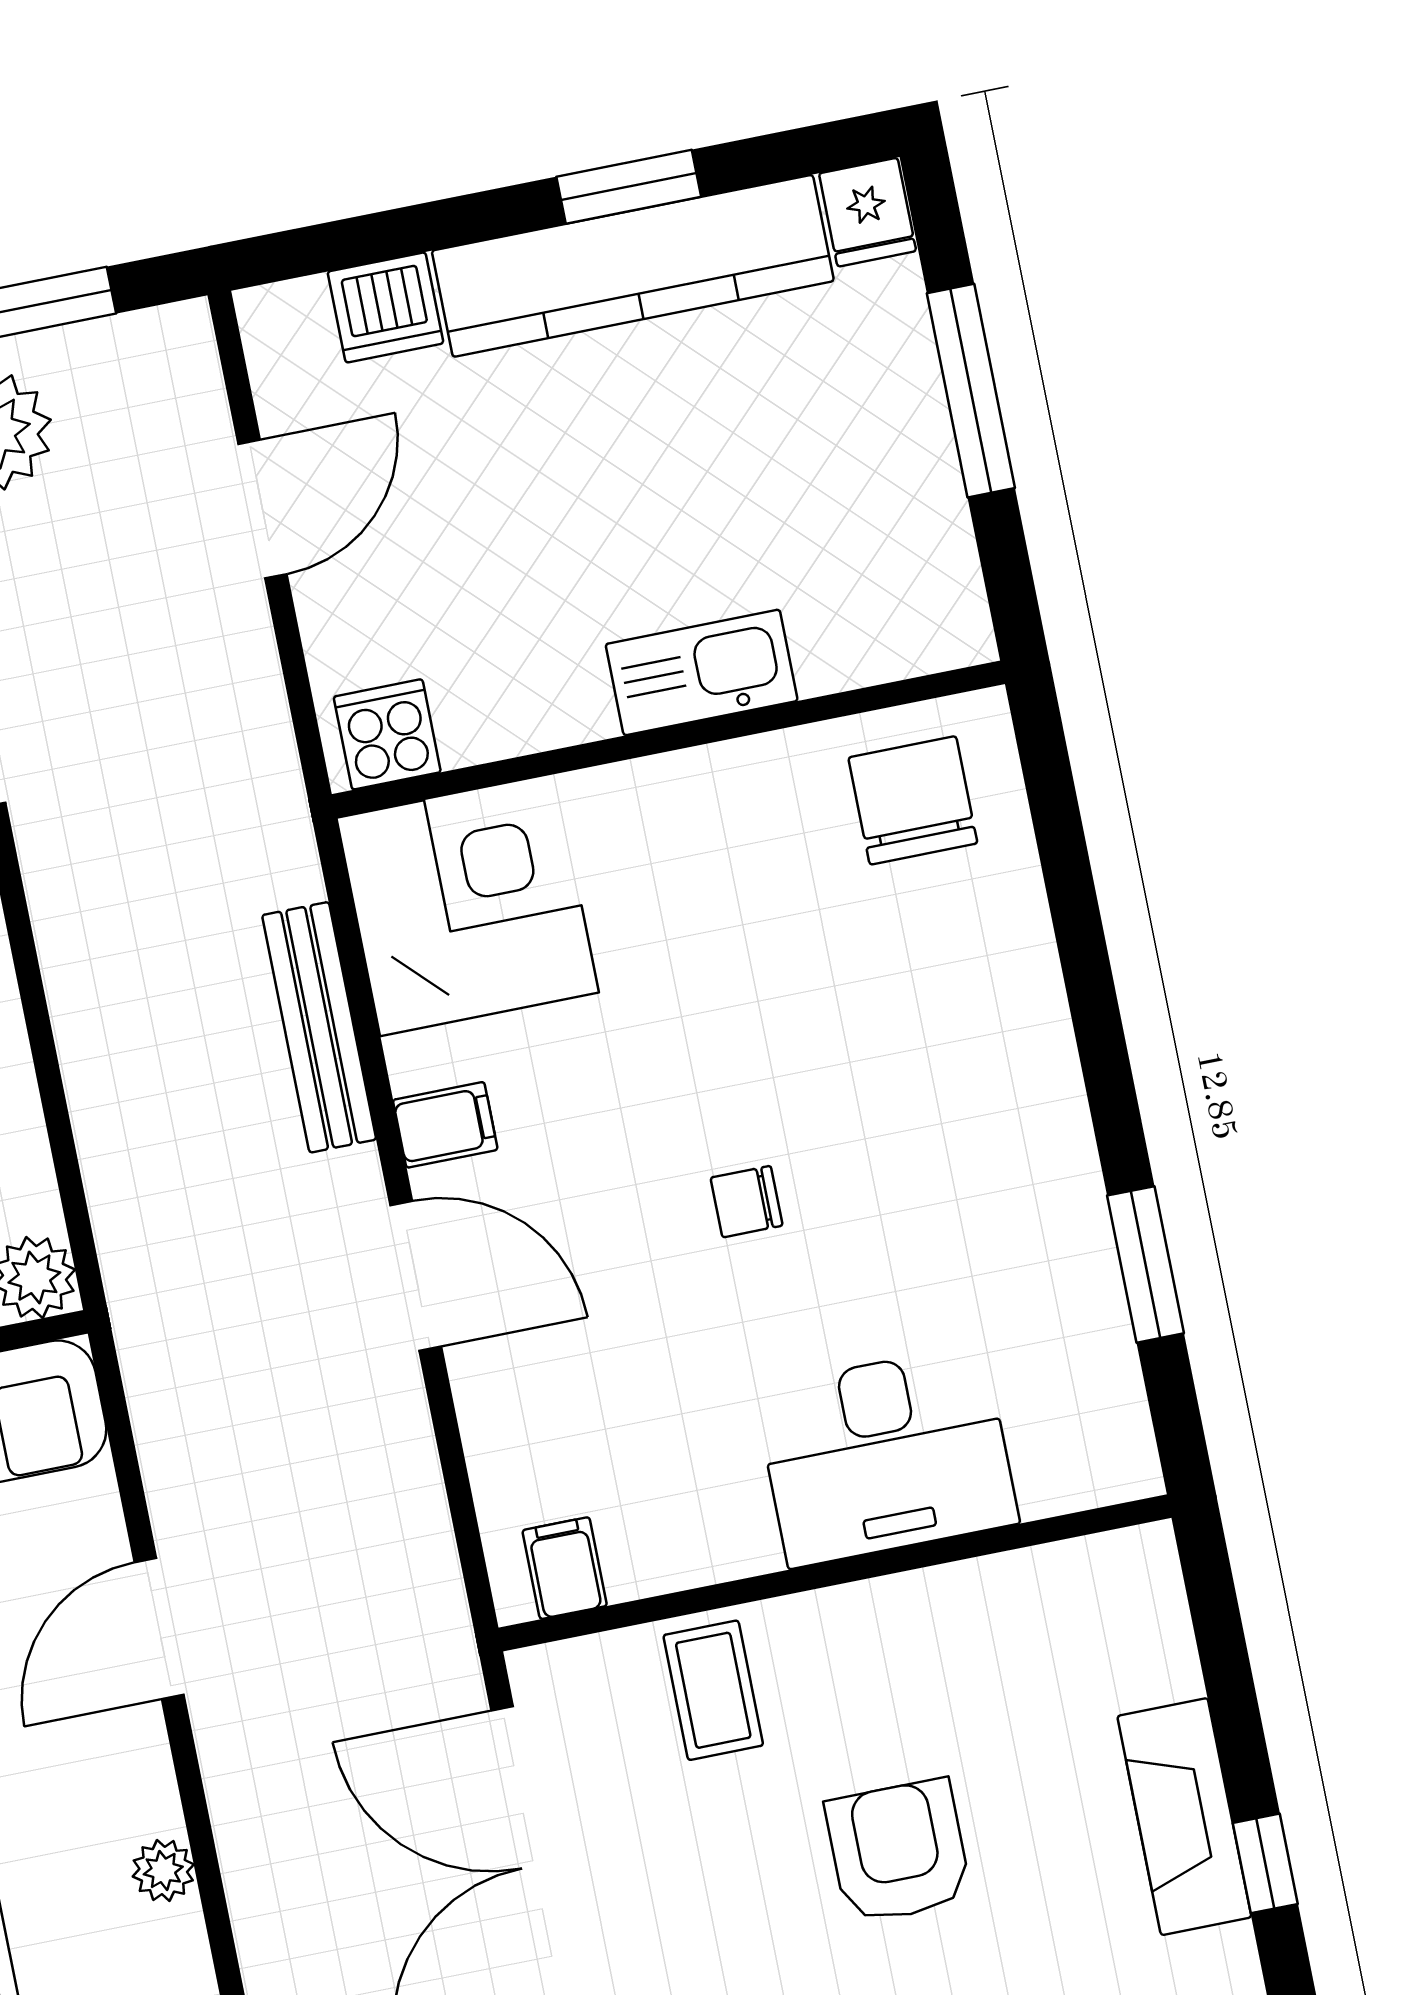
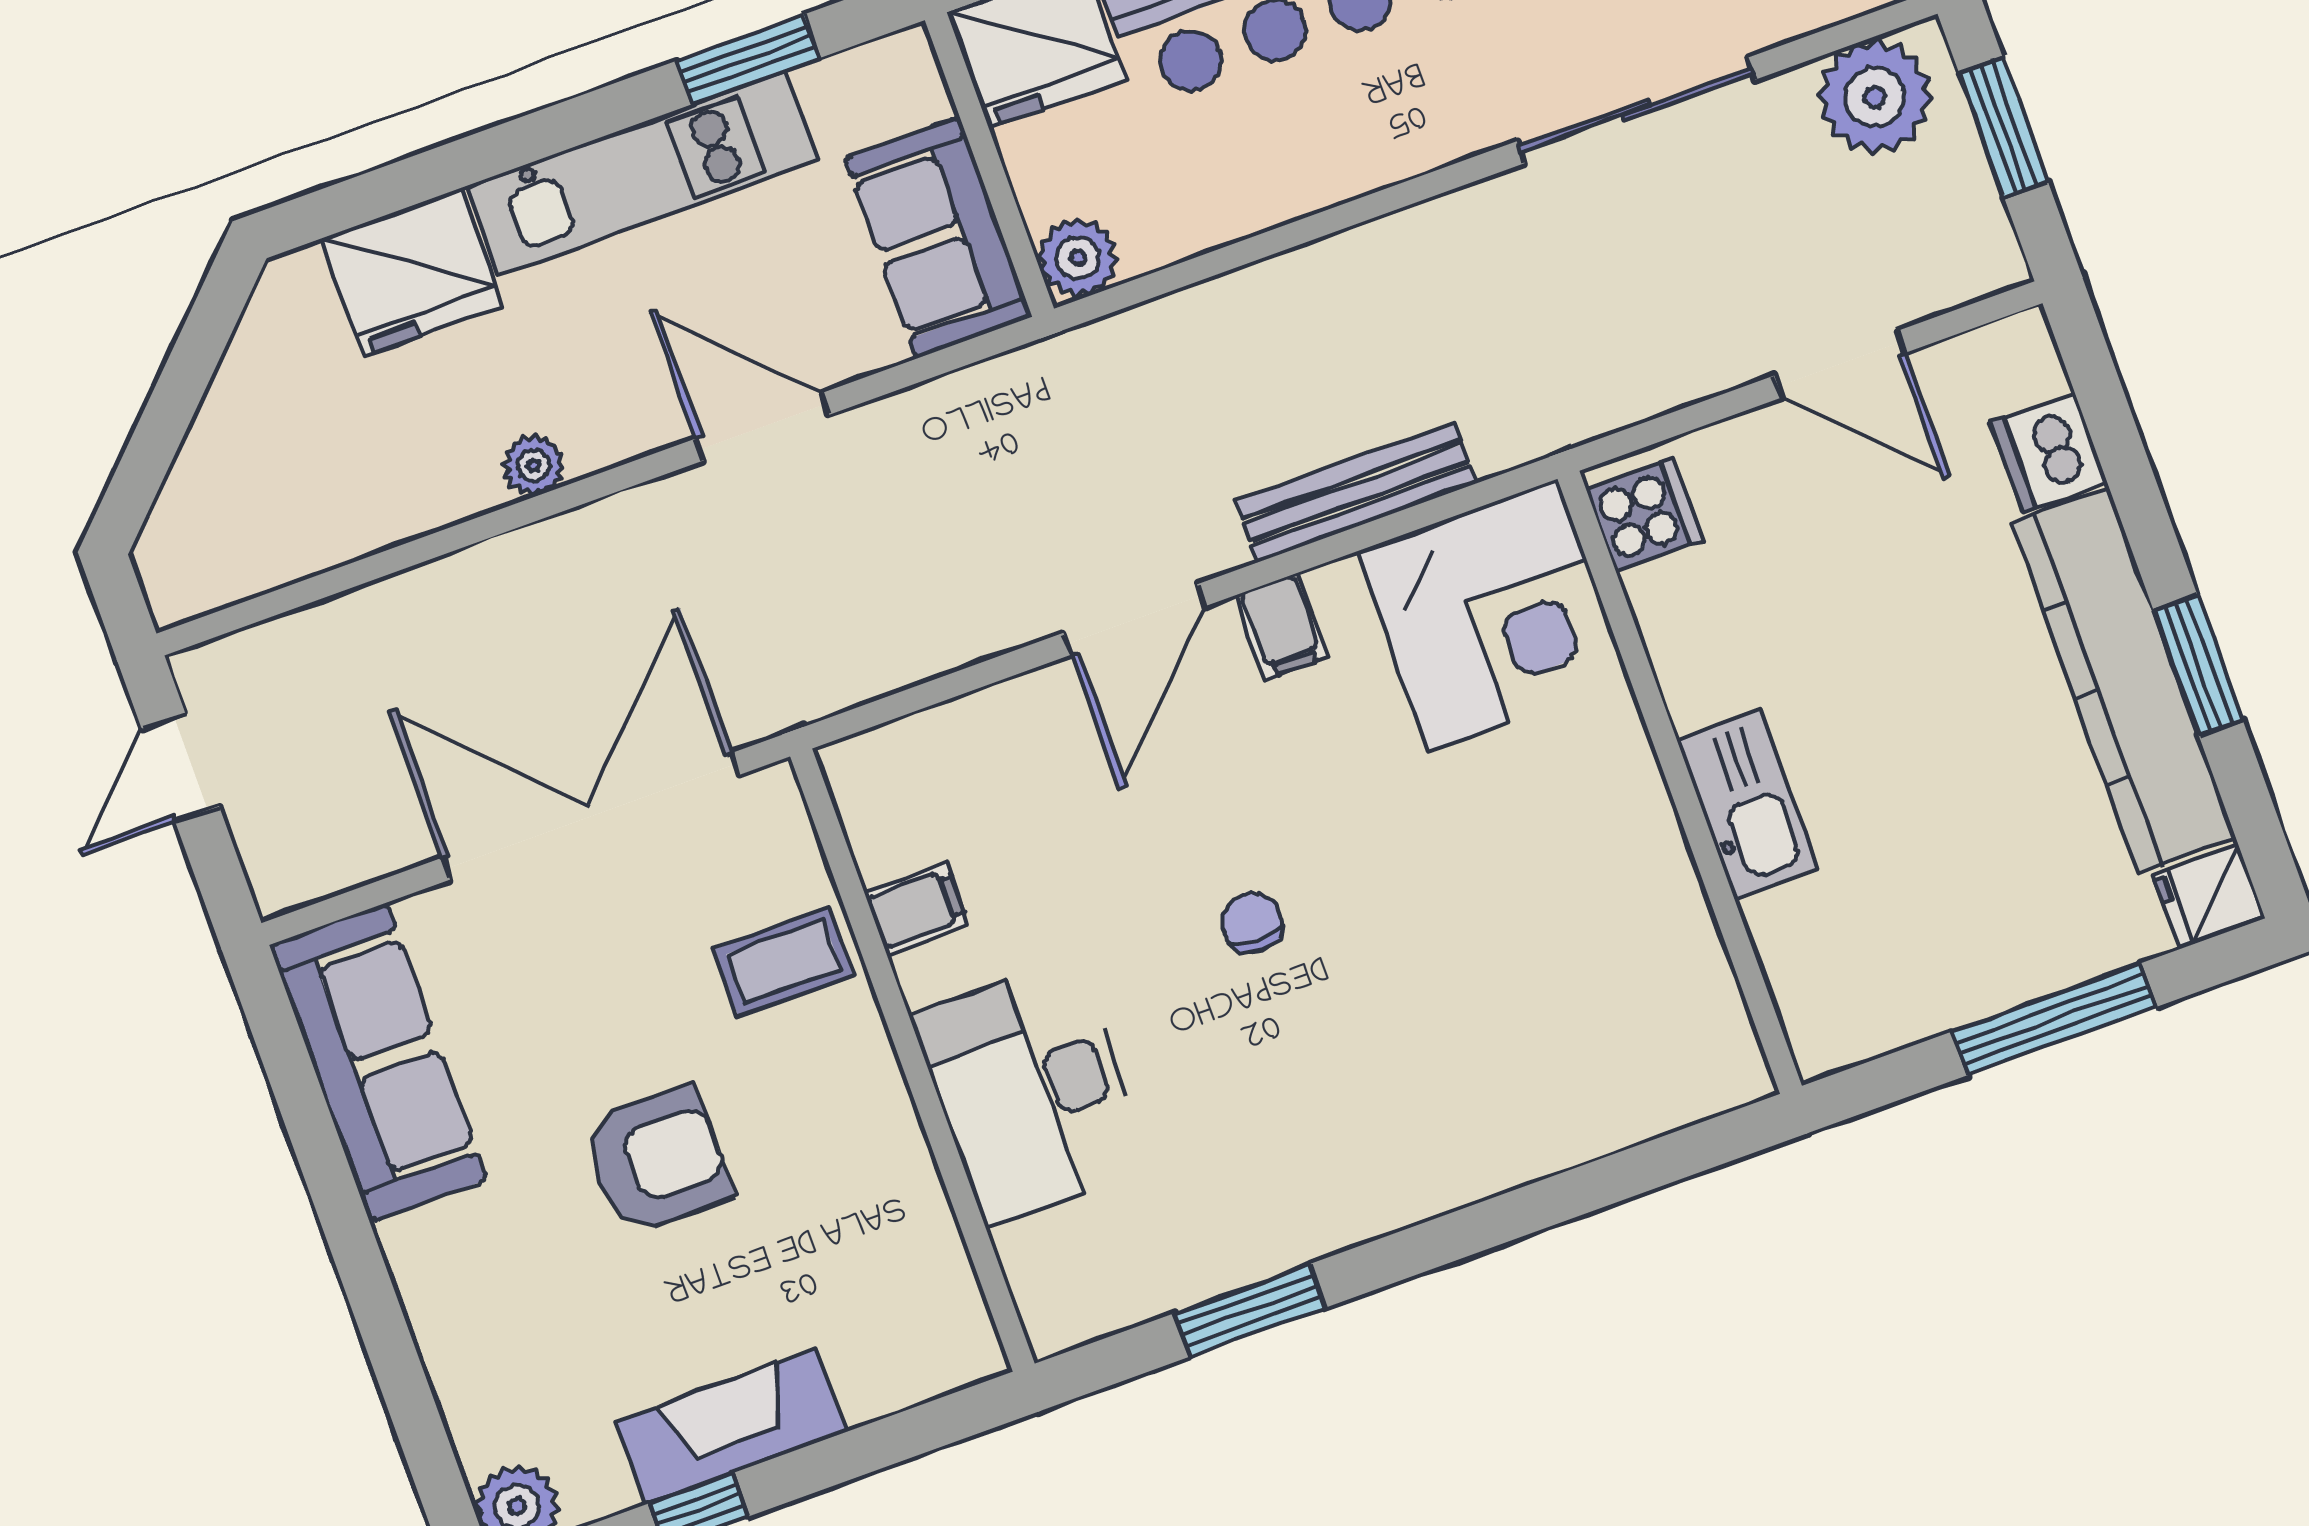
chair: (913, 800) -> (1657, 1023), removed
filing cabinet: (565, 1568) -> (917, 909), moved

